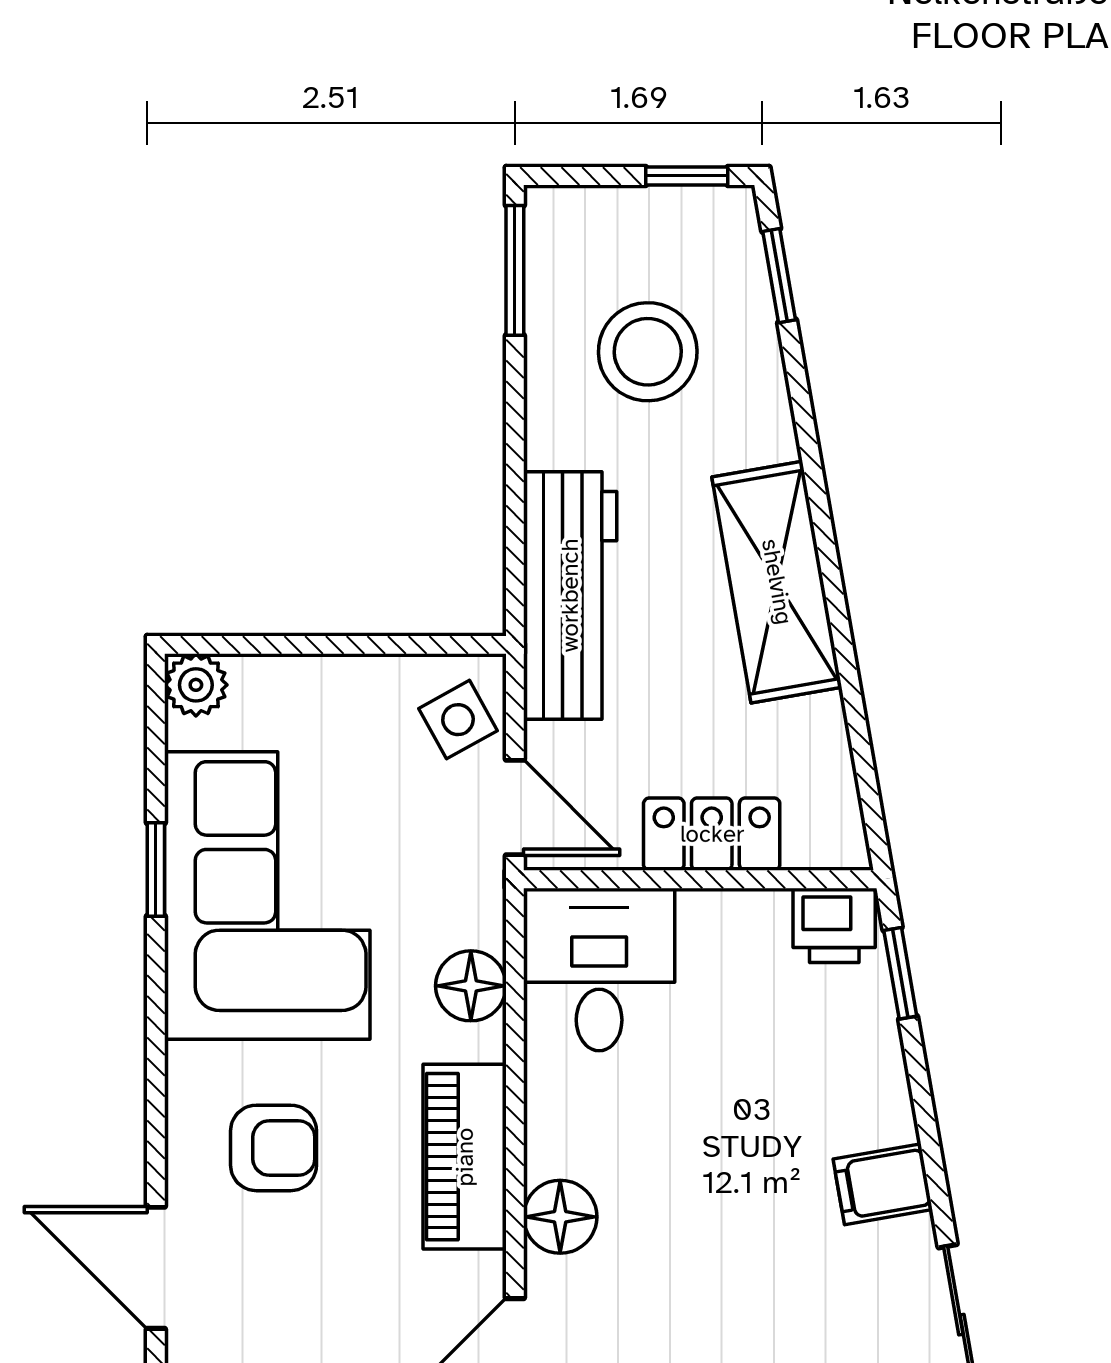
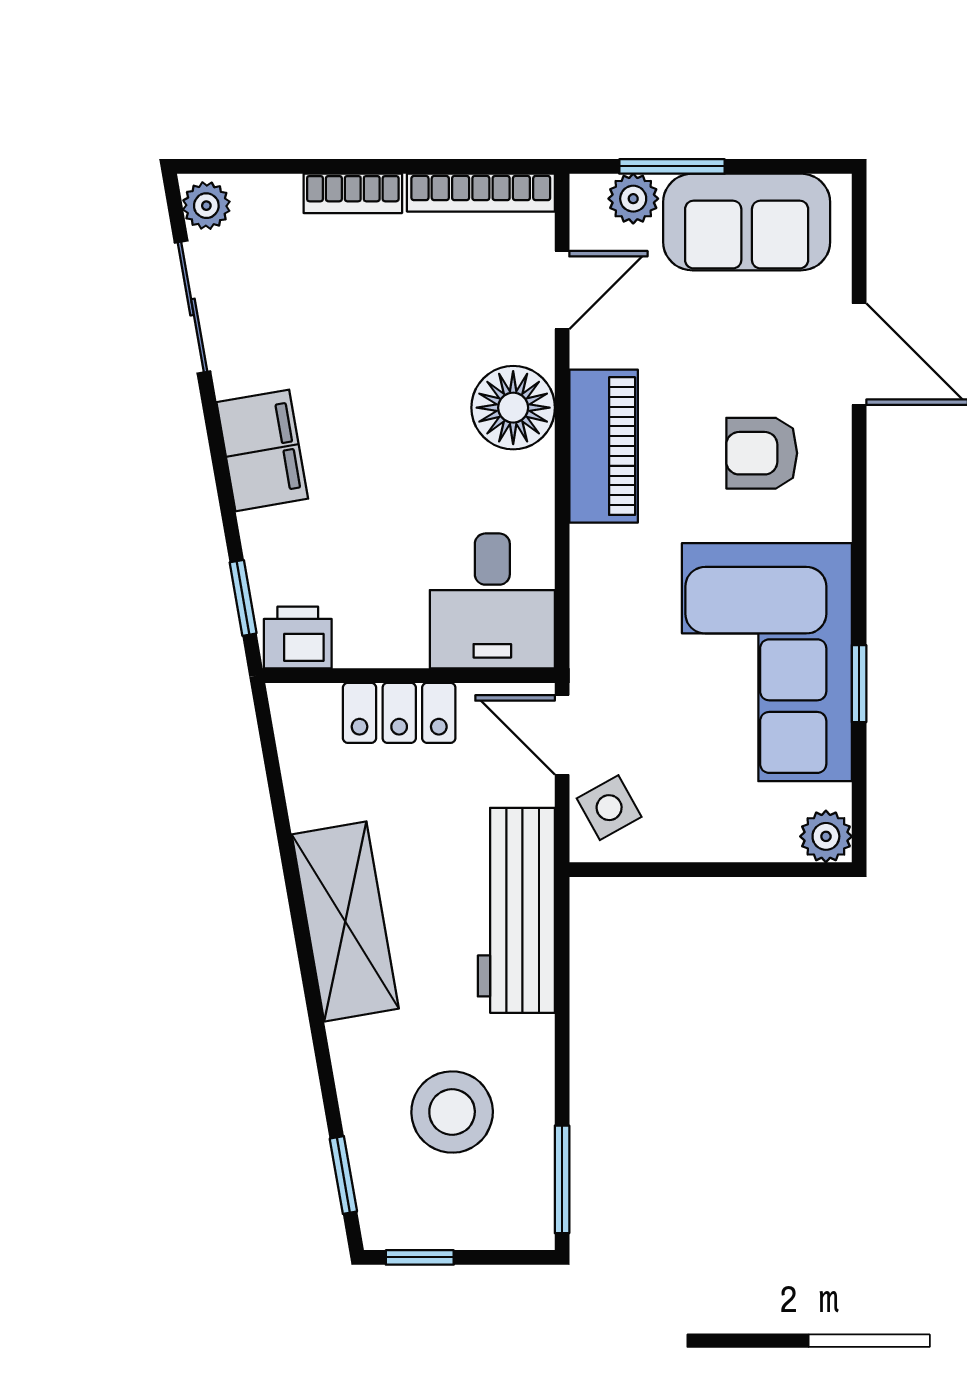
floor lamp: (471, 986) -> (598, 587), removed
filing cabinet: (883, 1184) -> (262, 450), width x2.00
floor lamp: (560, 1217) -> (513, 408), width x1.38, depth x1.38

